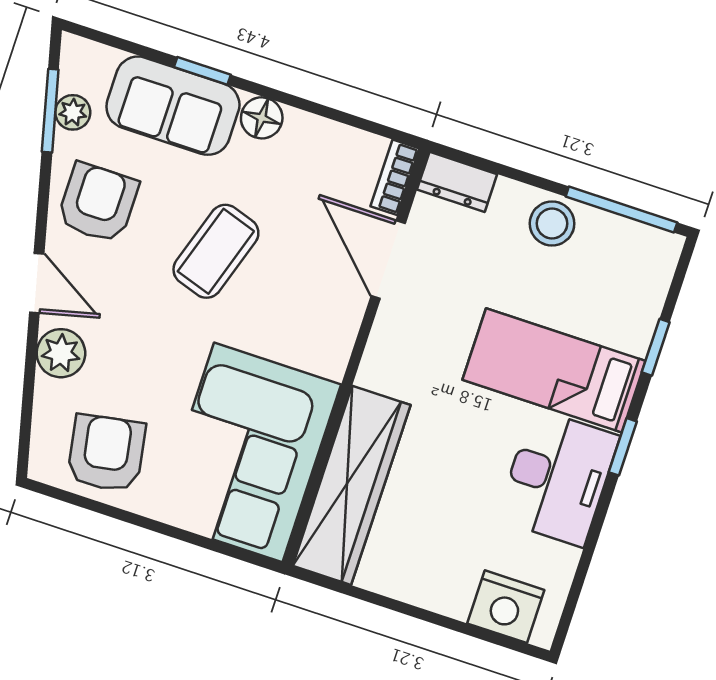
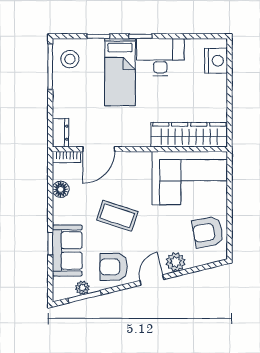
floor lamp: (262, 118) -> (61, 189), moved
stool: (552, 223) -> (70, 59), moved

